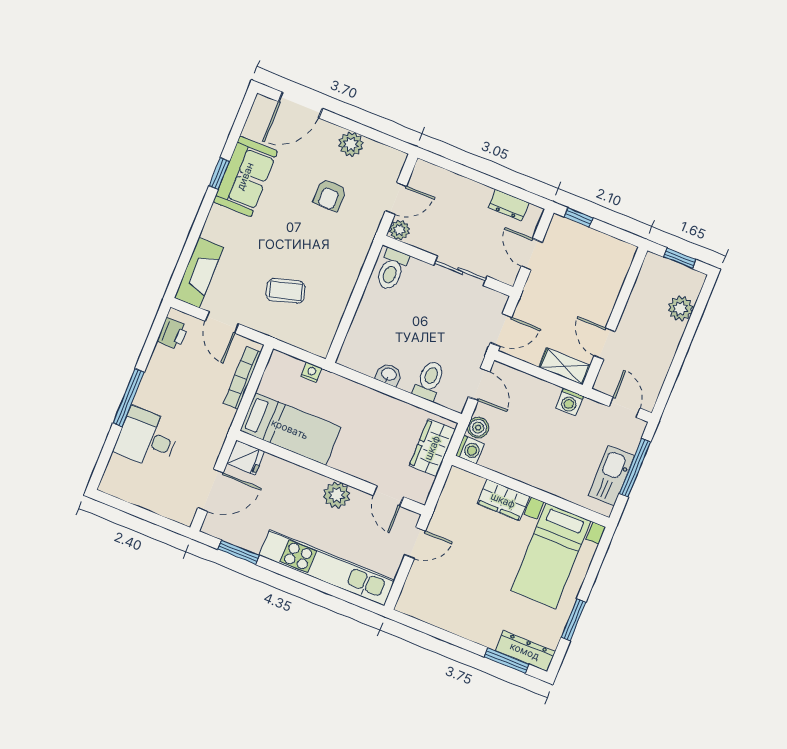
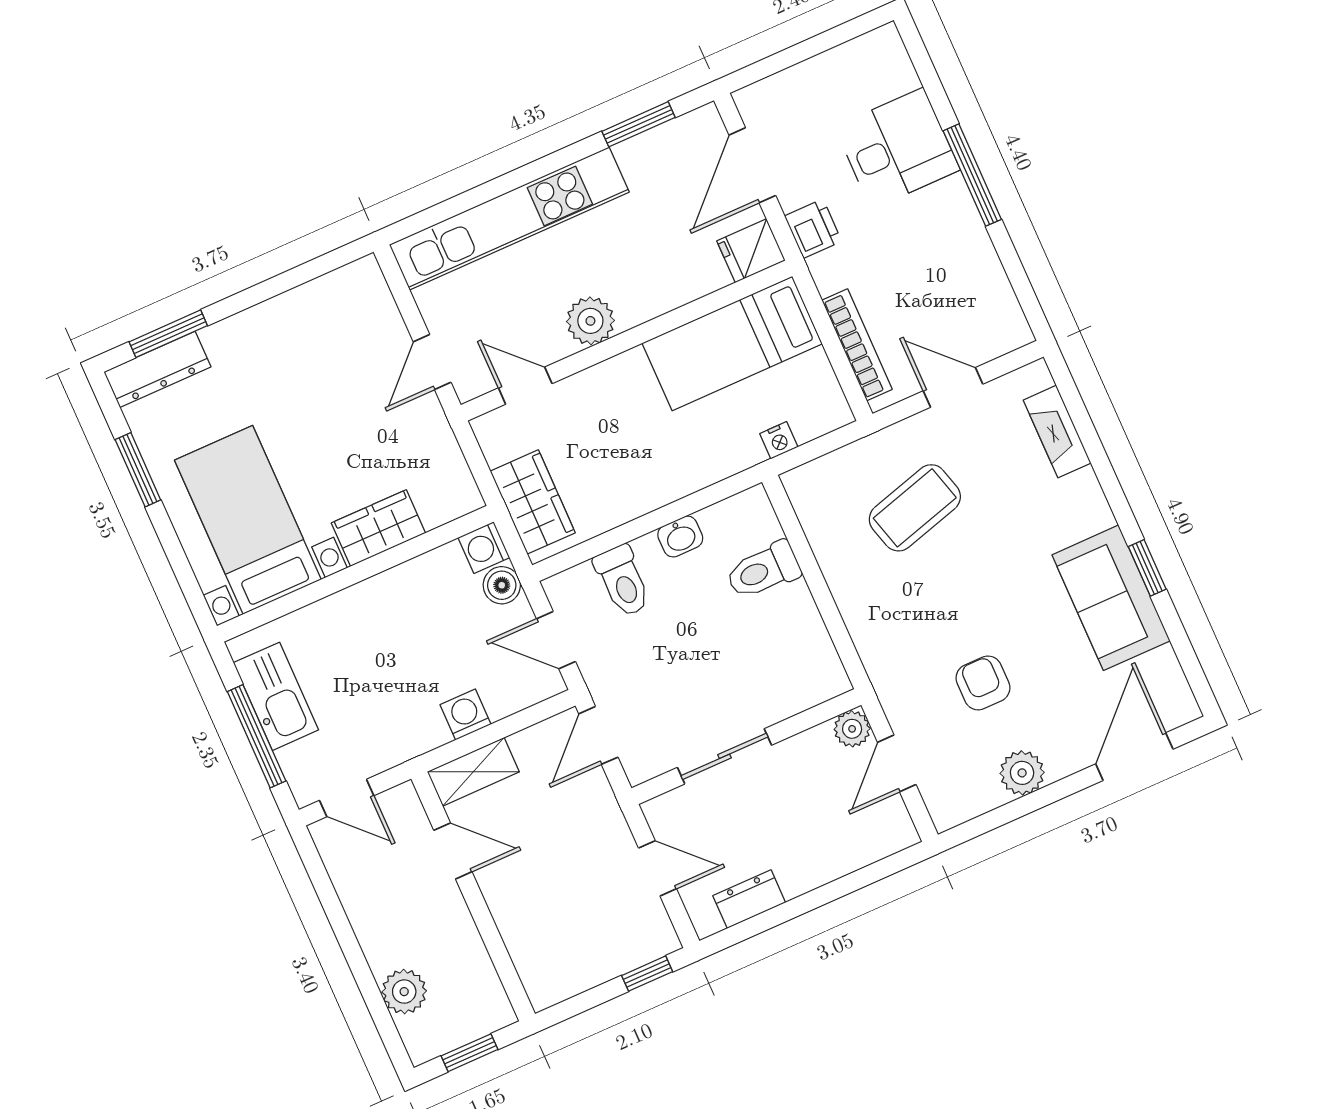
toilet: (392, 270) -> (763, 570), moved, turned -90
fireplace: (199, 273) -> (1057, 432), width x0.73, depth x0.76
coffee table: (286, 291) -> (915, 508), width x1.36, depth x1.30
printer: (173, 334) -> (813, 229), moved, turned 180
washing machine: (570, 402) -> (466, 714), moved

